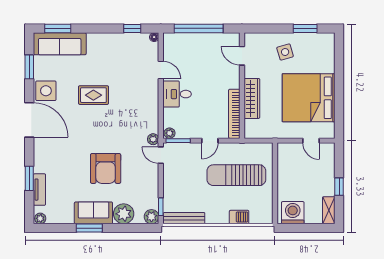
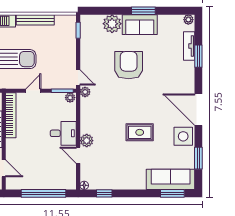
plant: (151, 217) -> (87, 141), moved
bench: (184, 218) -> (35, 20), moved

